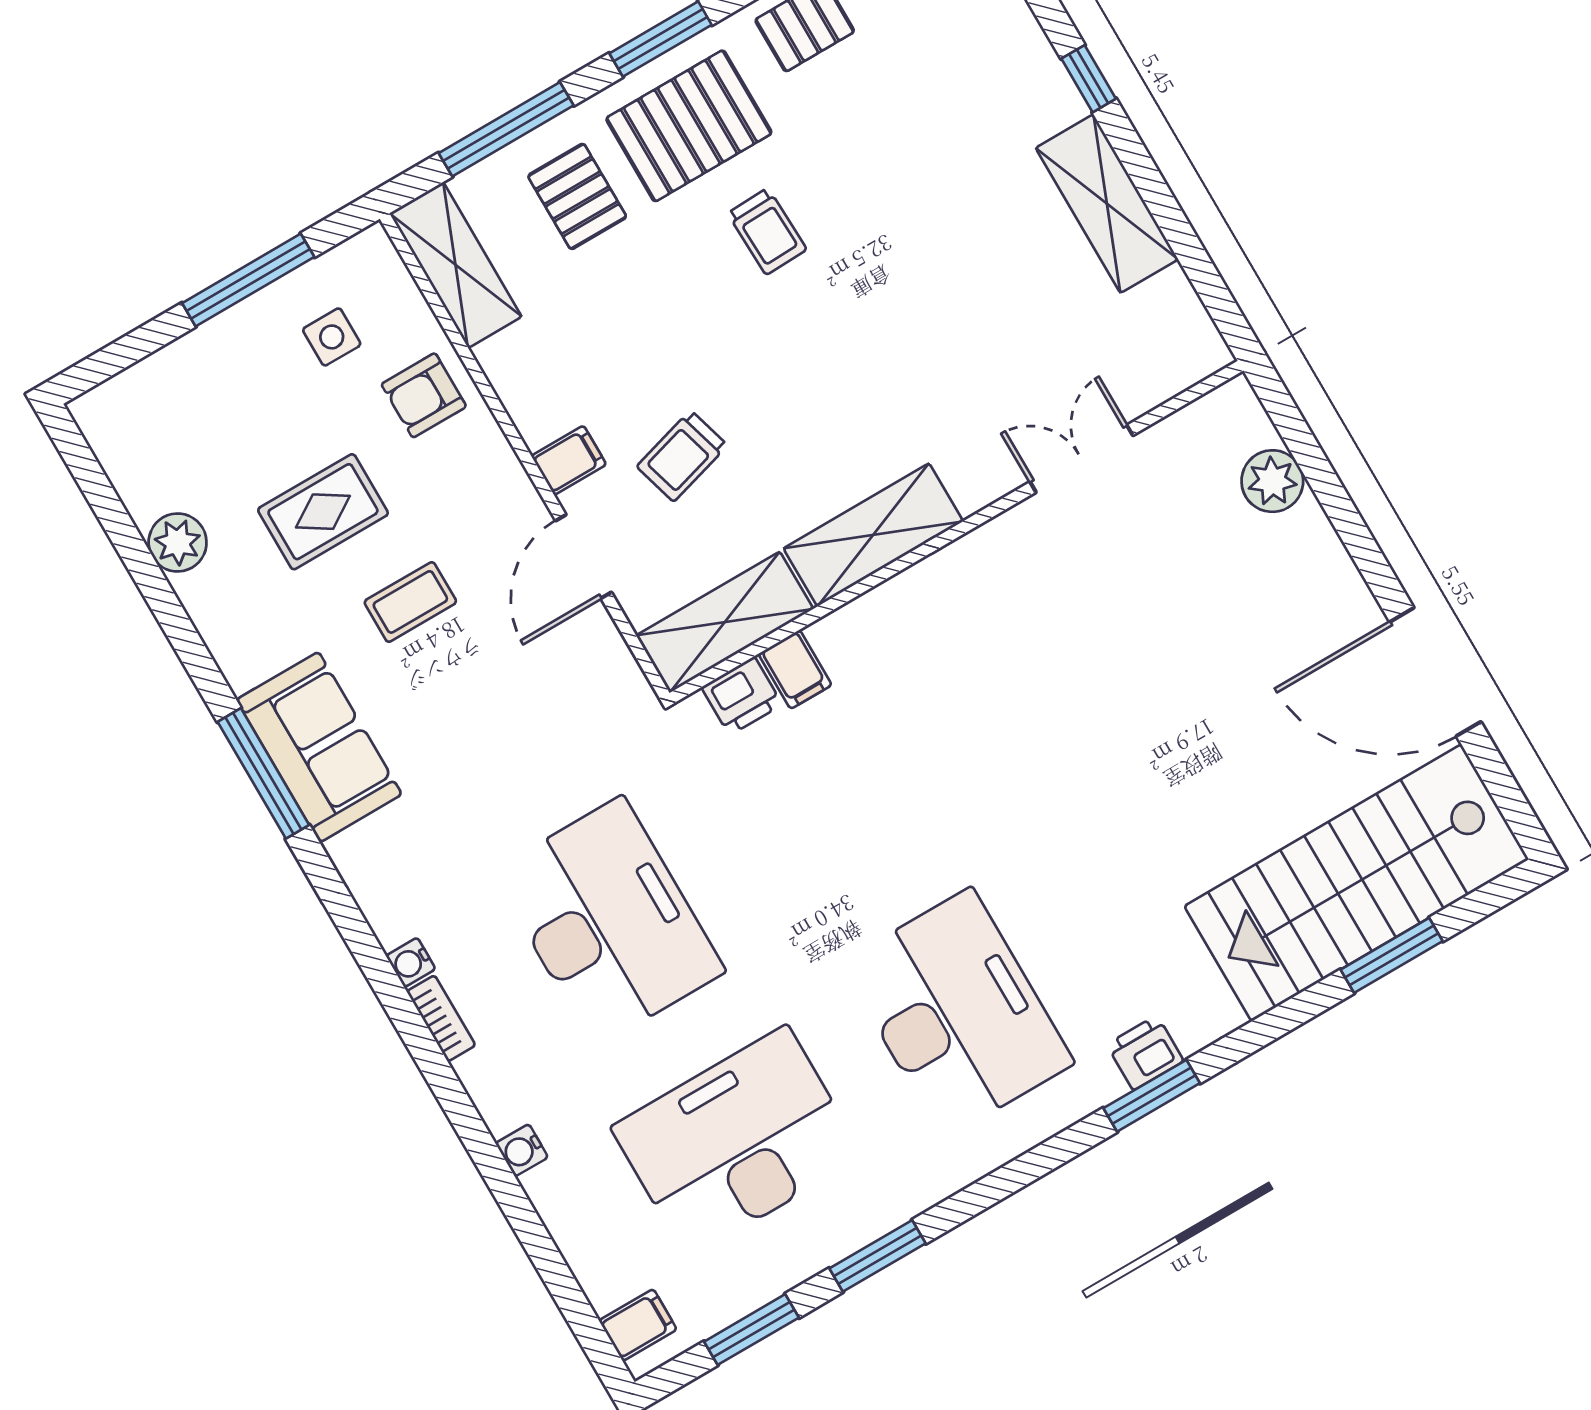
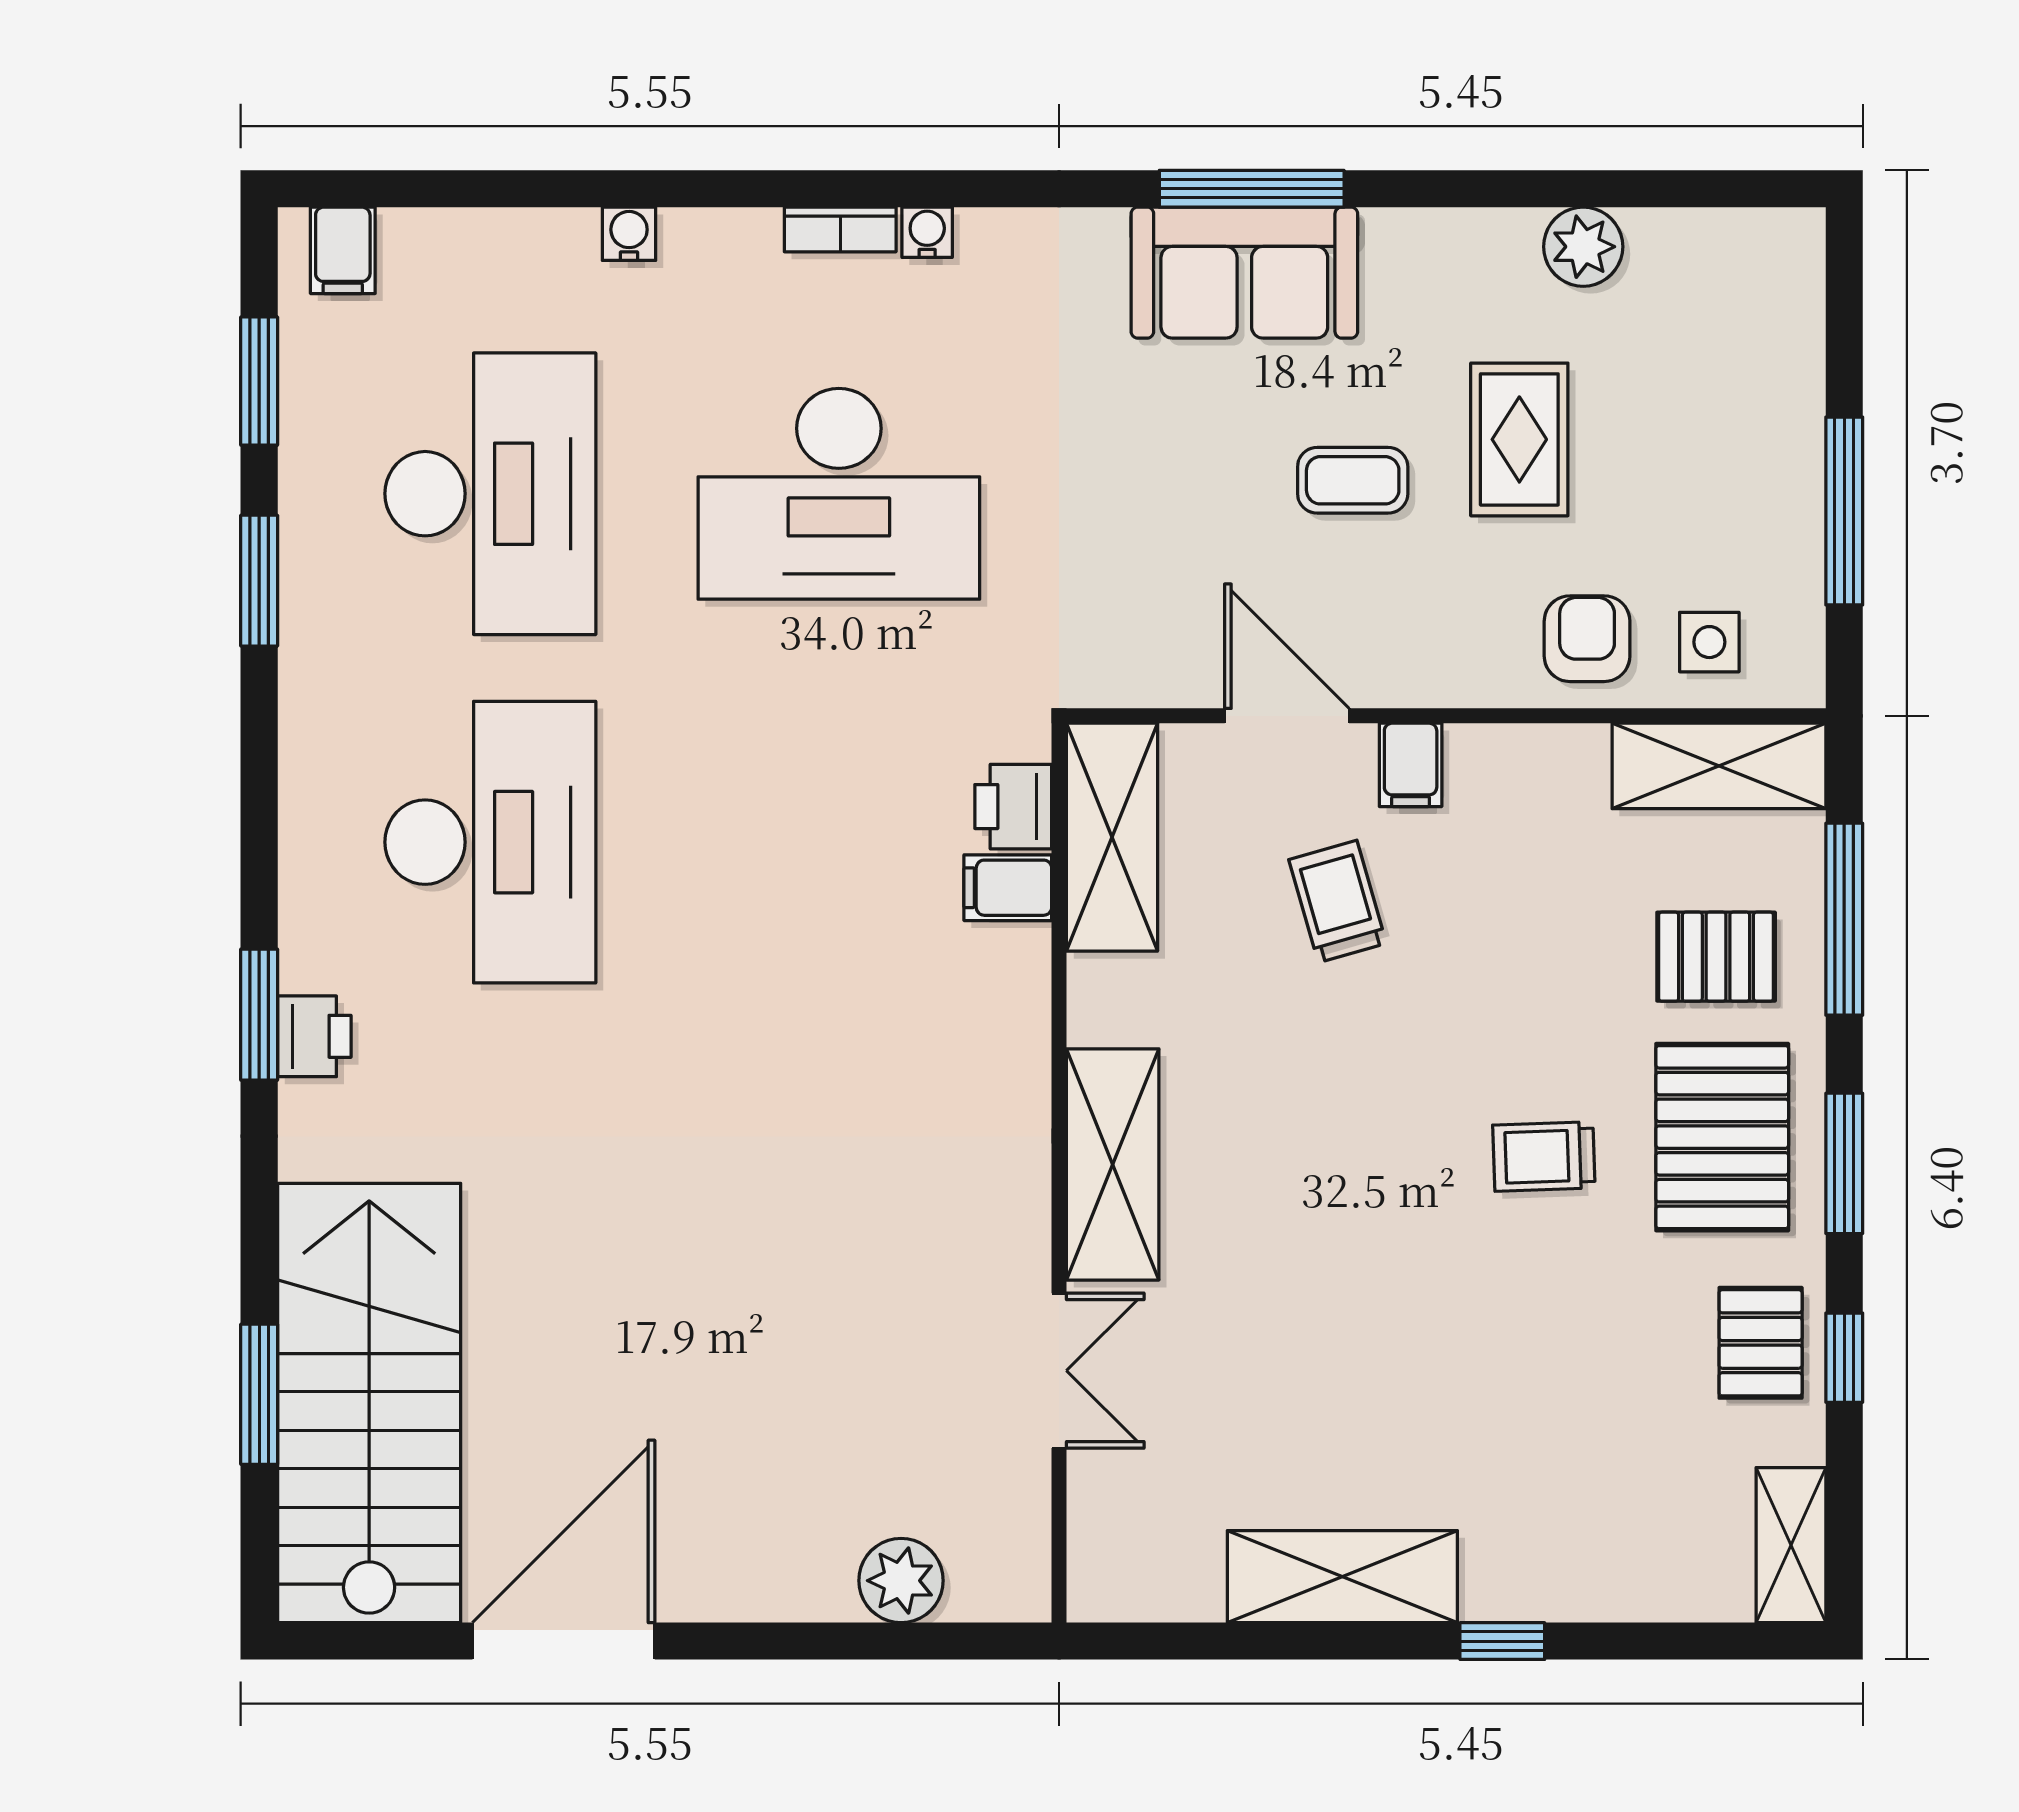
side table: (332, 337) -> (1709, 642), moved
shelving: (873, 535) -> (1113, 1164), moved
coffee table: (410, 602) -> (1353, 480), turned 90
desk: (957, 1013) -> (490, 842), turned -90

